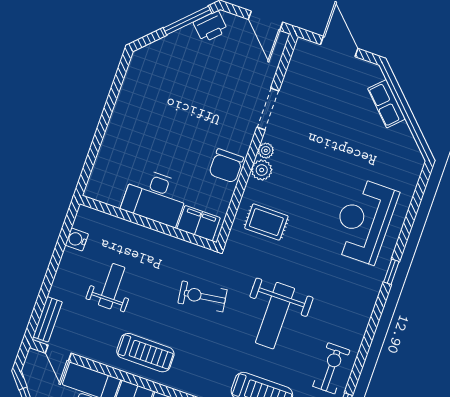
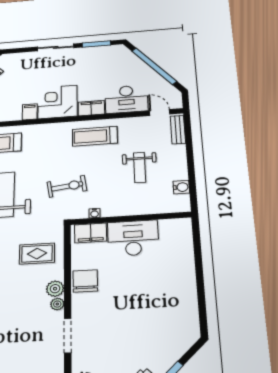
water cooler: (185, 247) -> (95, 213), added

